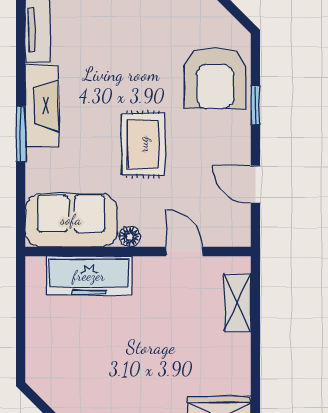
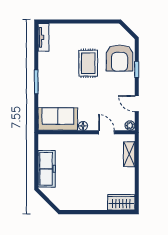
fireplace: (42, 105) -> (45, 70), removed
rug: (143, 144) -> (88, 63), moved
plant: (240, 236) -> (130, 126), added
freezer: (89, 276) -> (47, 169), moved, turned -90

